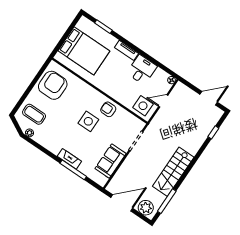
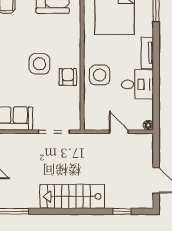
side table: (143, 106) -> (100, 75), moved
stairs: (173, 172) -> (72, 196), moved

